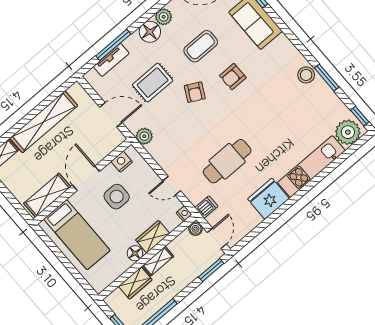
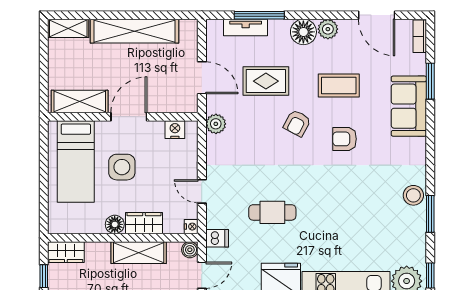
cafe table: (227, 161) -> (272, 212), width x0.73, depth x0.74
side table: (117, 197) -> (122, 167), moved
shelving: (158, 261) -> (139, 253), width x1.50, depth x1.33
wardrobe: (135, 283) -> (66, 252), moved

